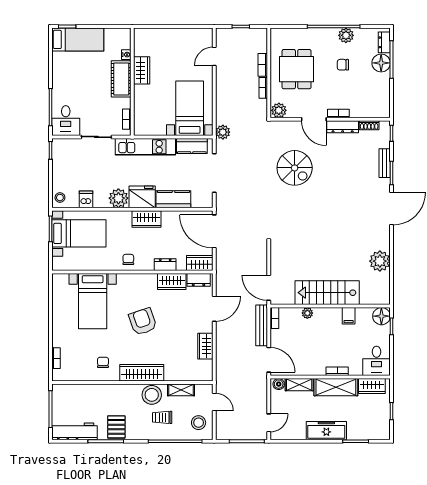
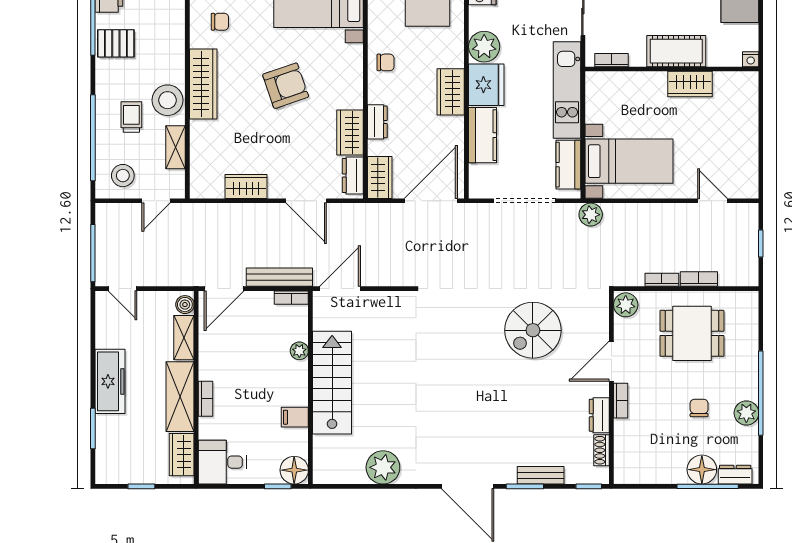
nightstand: (126, 55) -> (751, 59), moved
dresser: (343, 127) -> (599, 415), width x0.70

